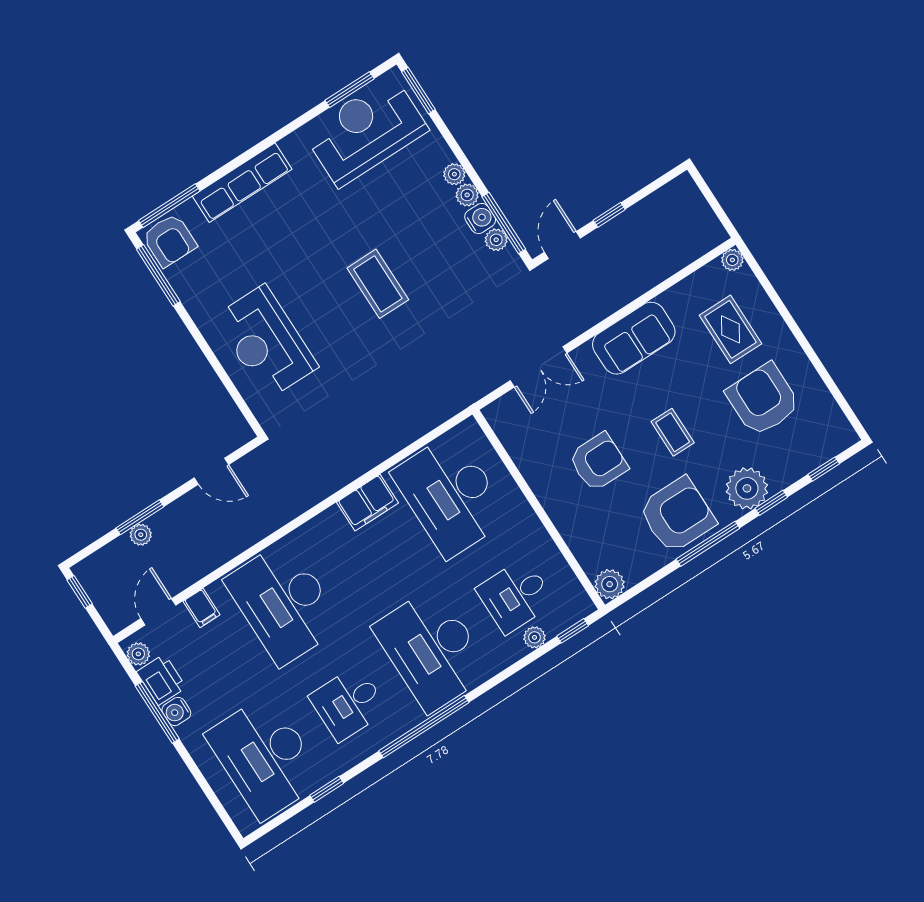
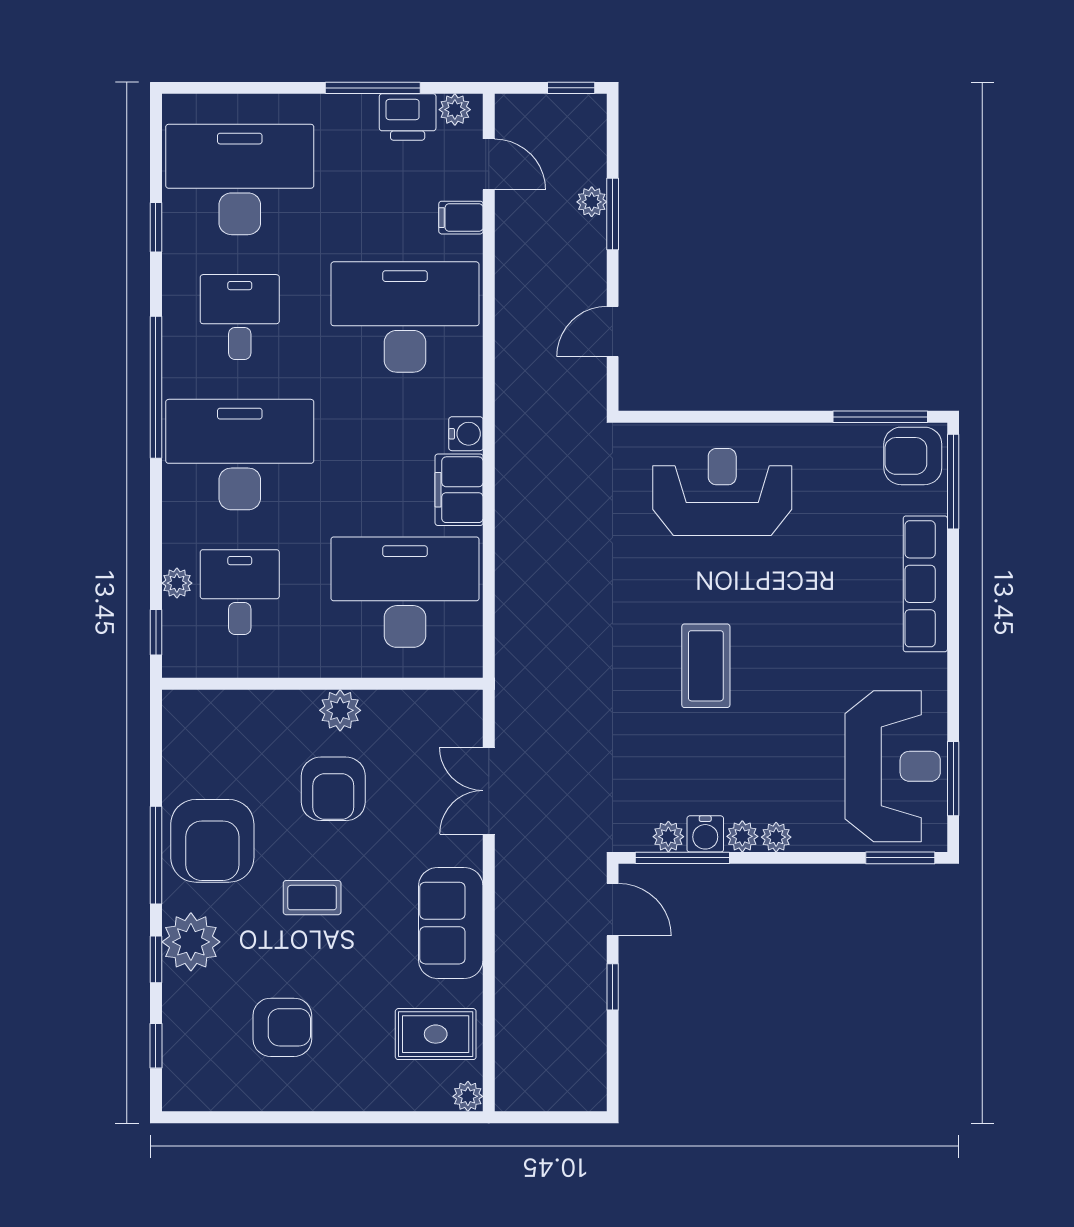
coffee table: (378, 284) -> (706, 666), turned 90
rug: (730, 329) -> (436, 1034), moved
armchair: (763, 400) -> (282, 1027), width x0.73, depth x0.73
plant: (610, 584) -> (340, 710), moved
water cooler: (176, 711) -> (466, 434), moved, turned 90

